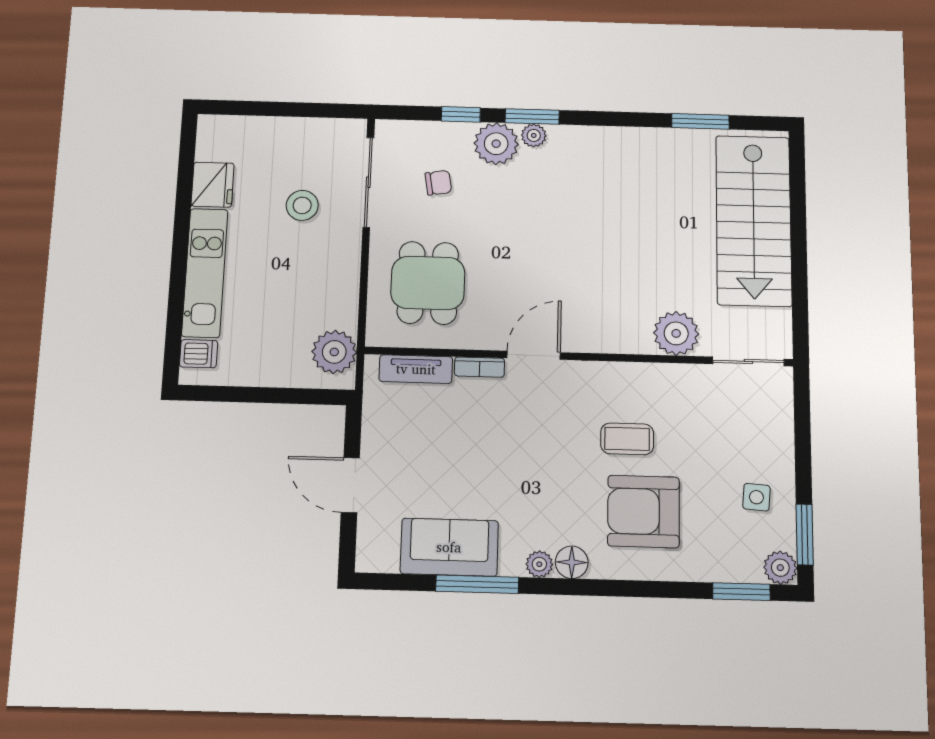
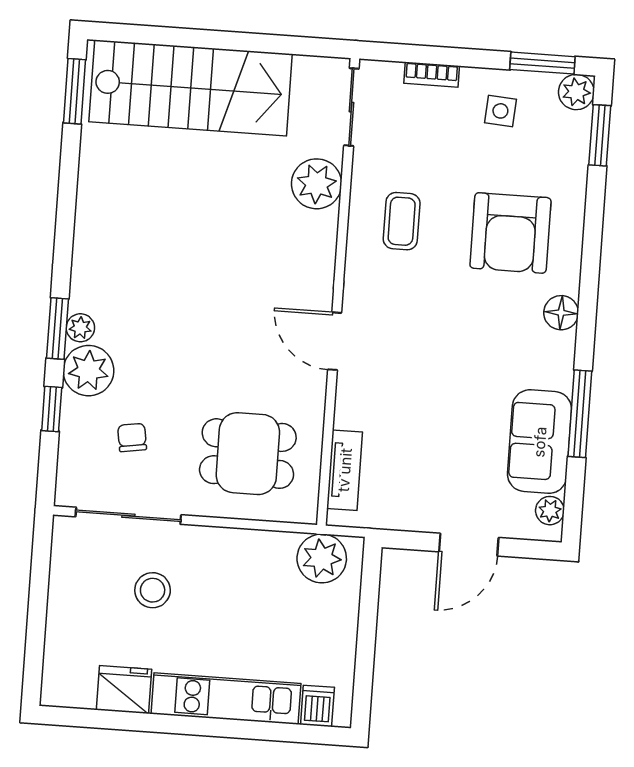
window: (700, 121) -> (74, 91), moved
bookcase: (479, 367) -> (432, 75), moved, turned 90
coffee table: (627, 439) -> (402, 221), moved
plant: (539, 564) -> (550, 511), moved

